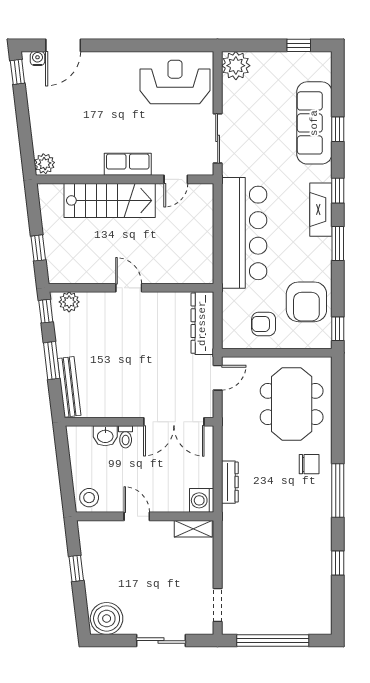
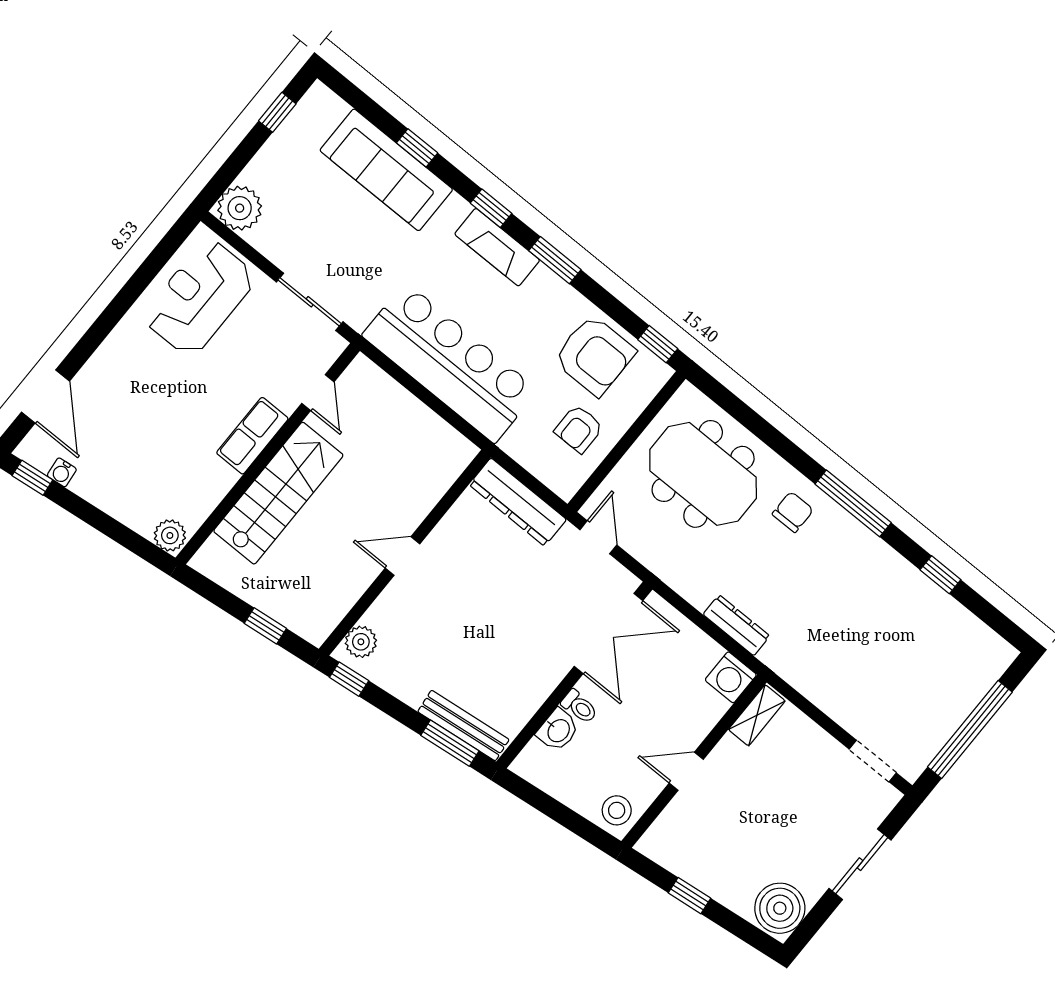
water cooler: (37, 58) -> (62, 472), moved, turned -97
window: (52, 361) -> (450, 743), moved

